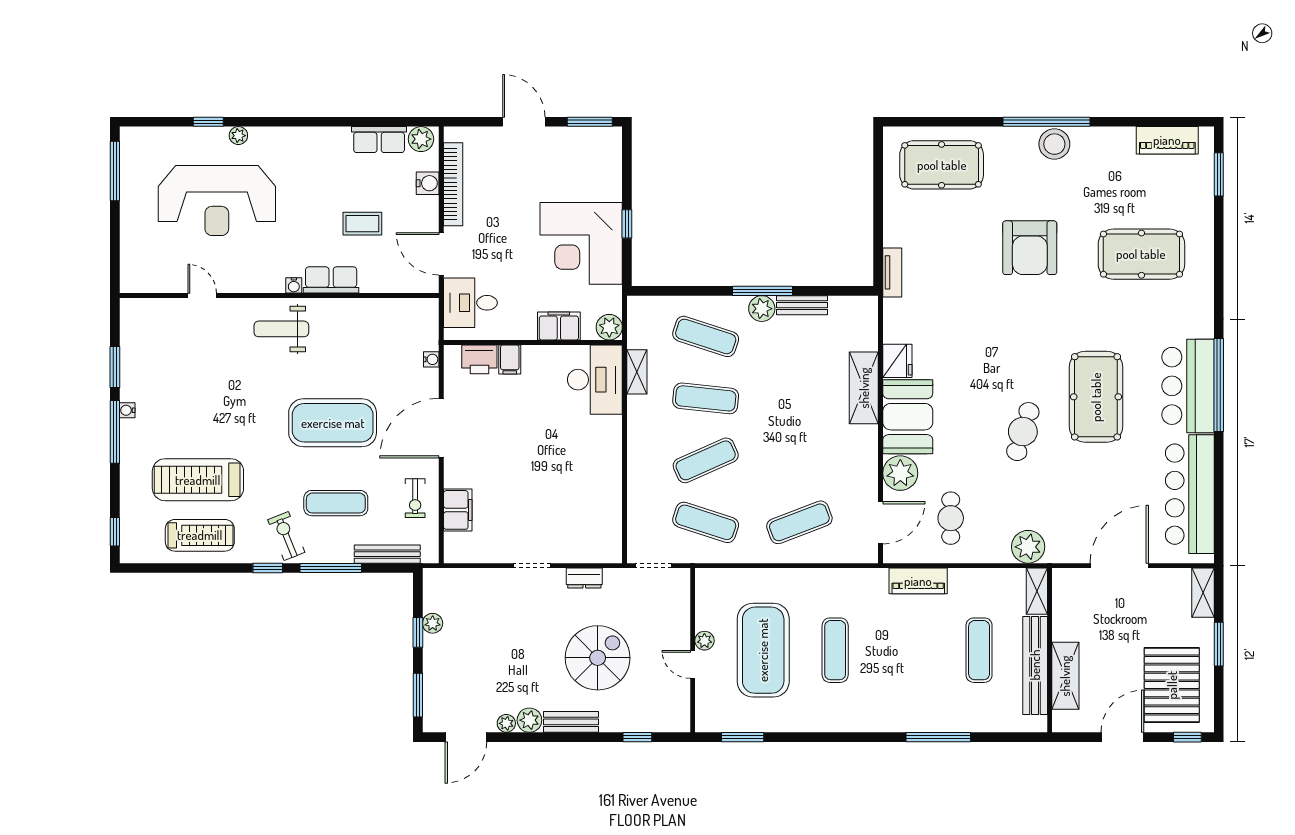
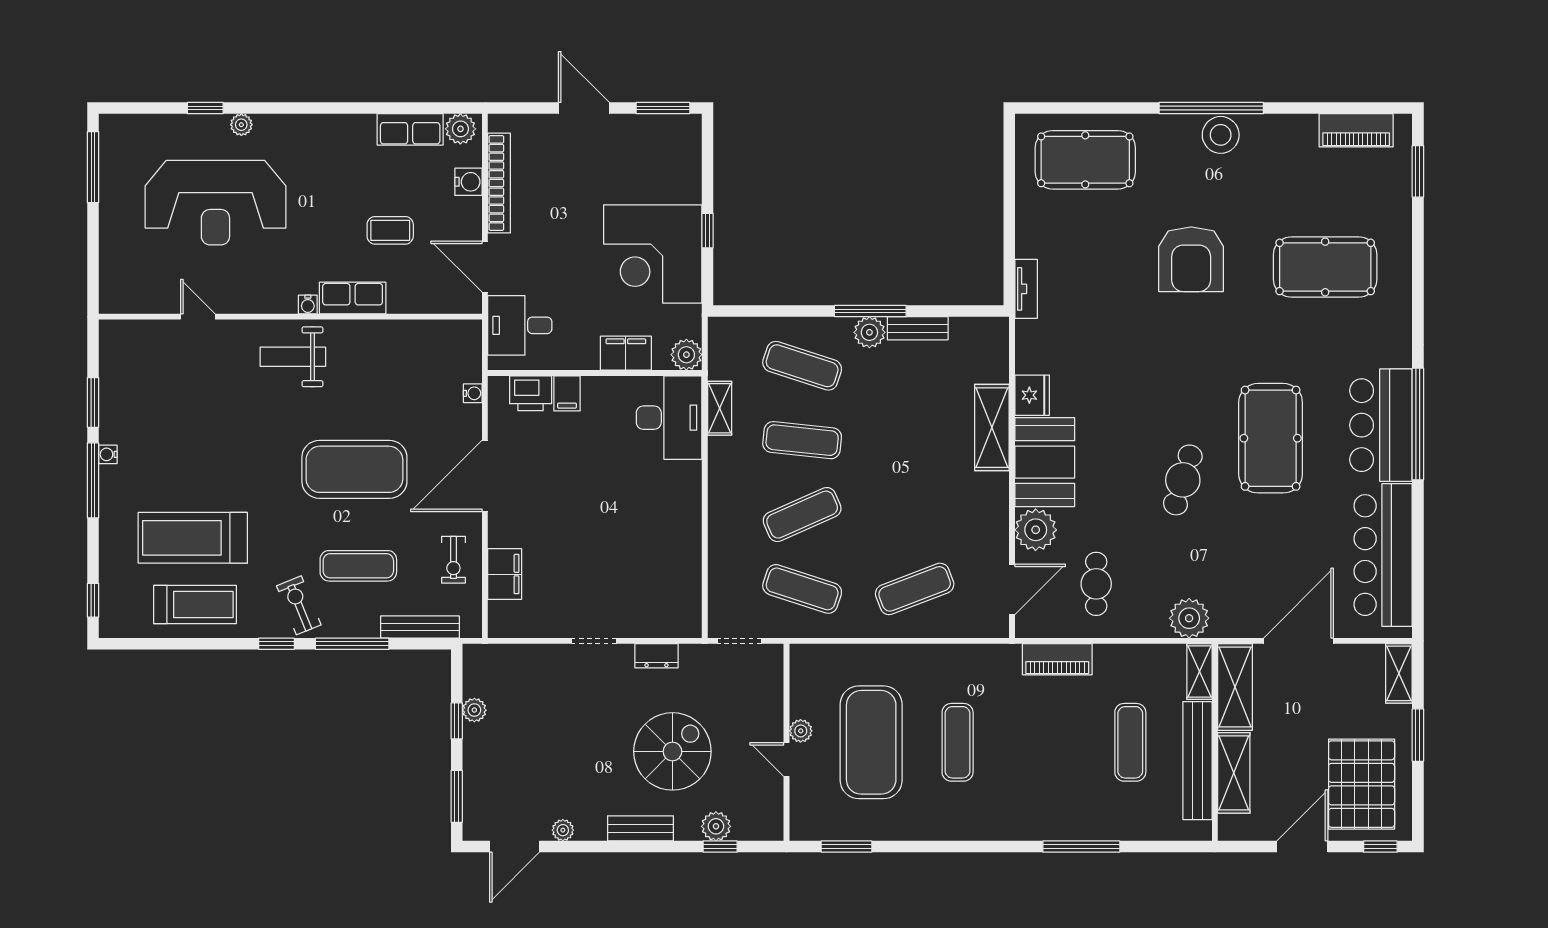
shelving: (1066, 604) -> (1235, 687), added
plant: (529, 720) -> (716, 826), moved

